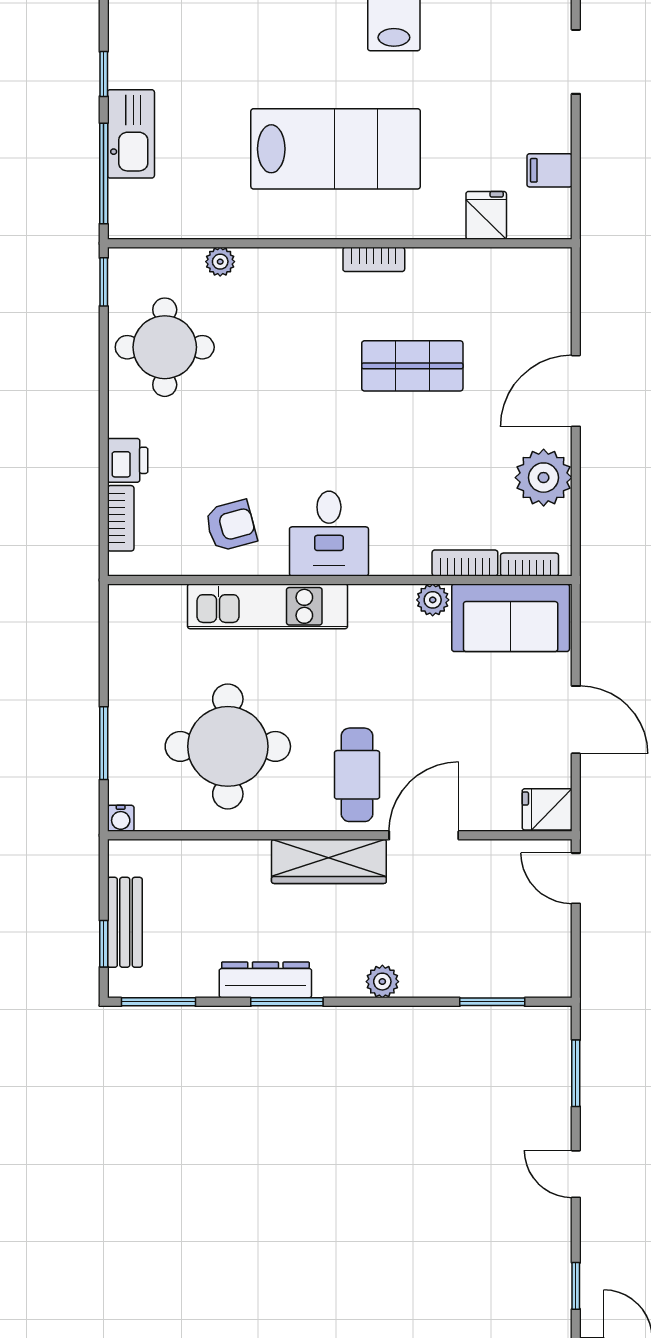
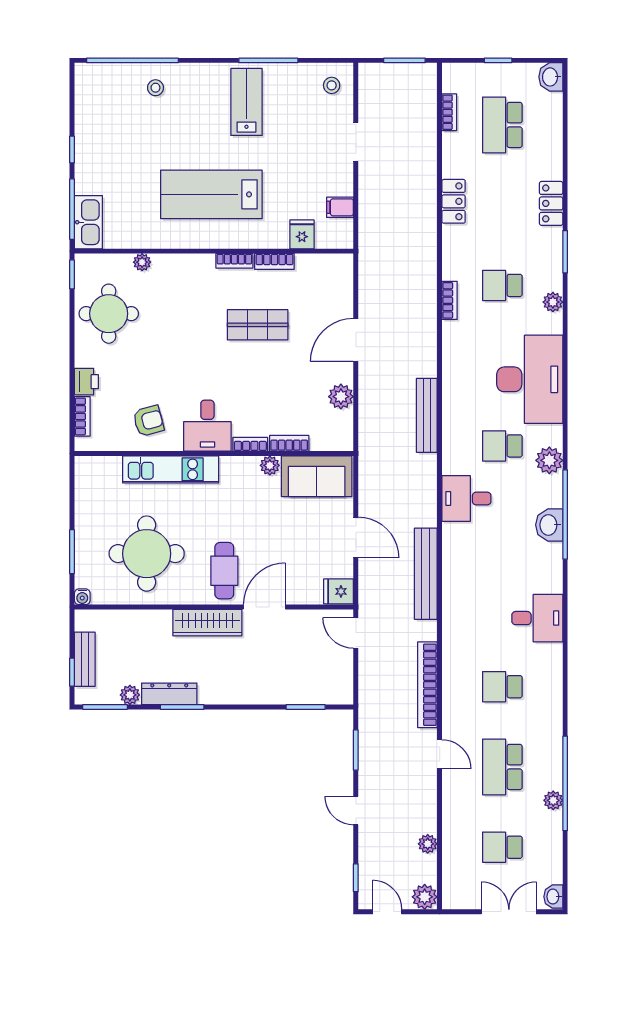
kitchen sink: (131, 134) -> (88, 222), moved
lab bench: (336, 149) -> (211, 194), turned 180
bookcase: (441, 260) -> (274, 261), added
plant: (544, 478) -> (341, 397), width x0.73, depth x0.73
bookcase: (530, 565) -> (250, 444), moved
plant: (382, 982) -> (130, 695), moved

